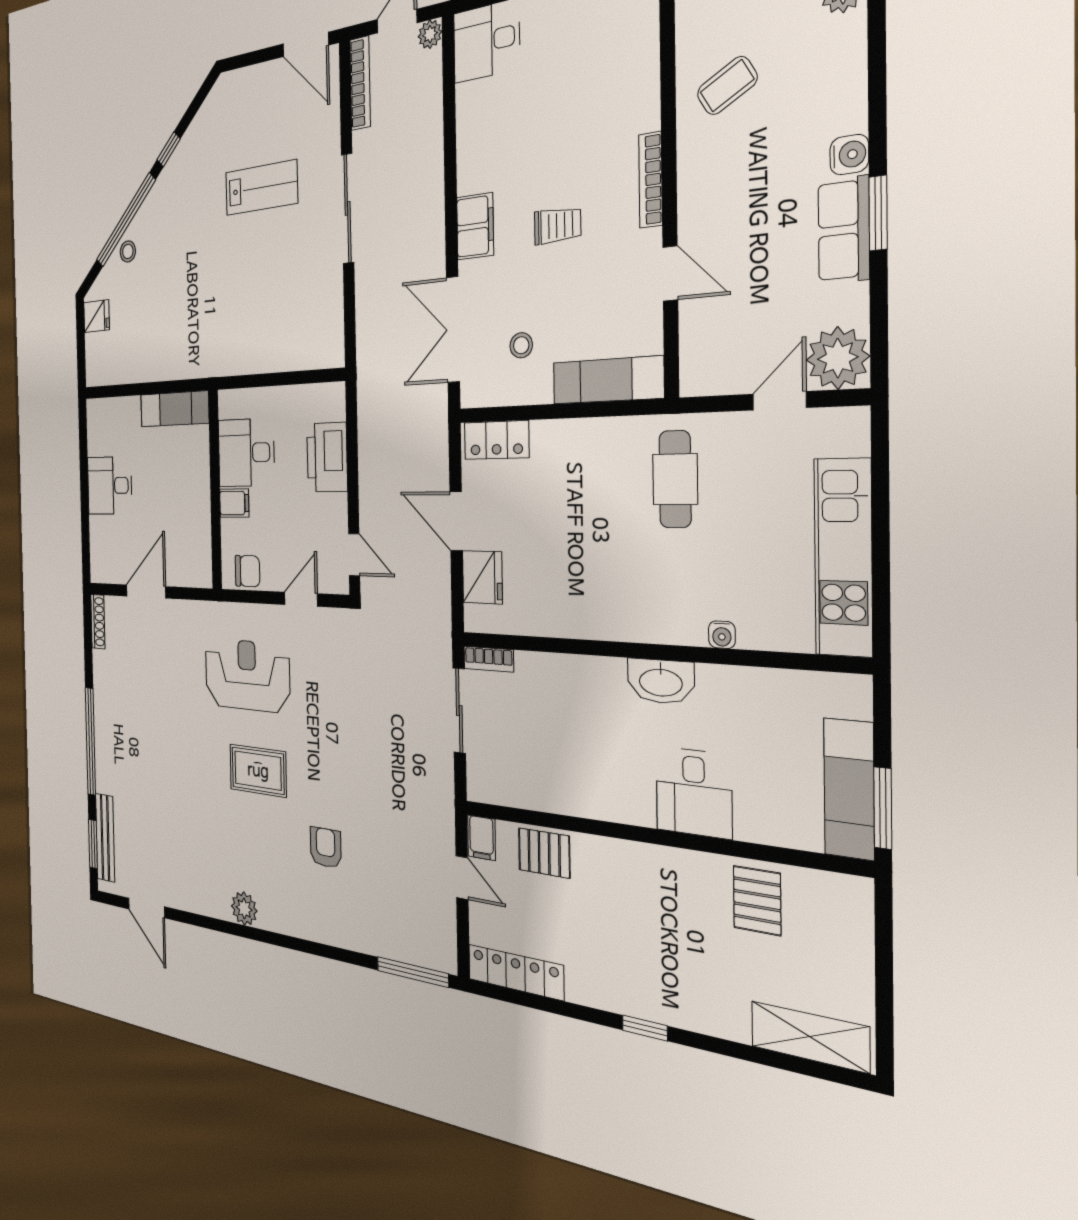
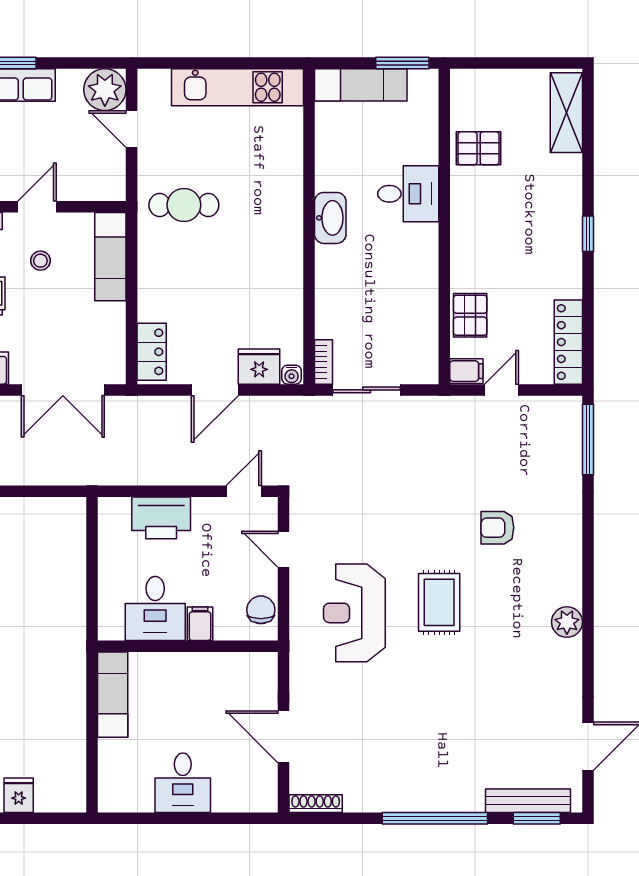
stool: (521, 345) -> (40, 261), moved
water cooler: (722, 635) -> (292, 375), moved, turned 90
exam couch: (849, 789) -> (361, 85), moved

